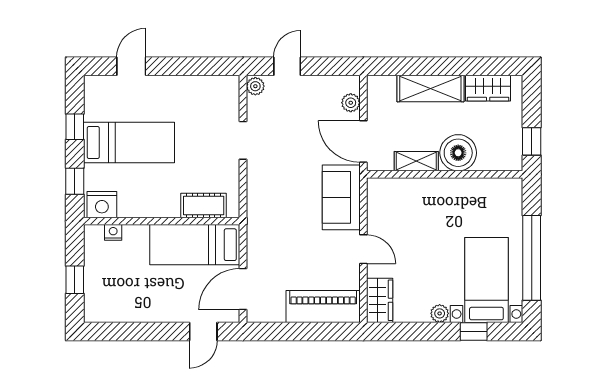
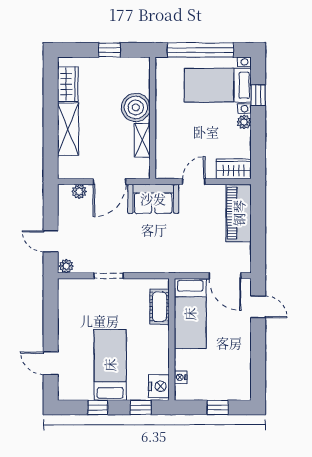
boiler: (458, 153) -> (136, 107), moved
shelving: (416, 161) -> (142, 140), moved
wall: (445, 174) -> (153, 118), moved

